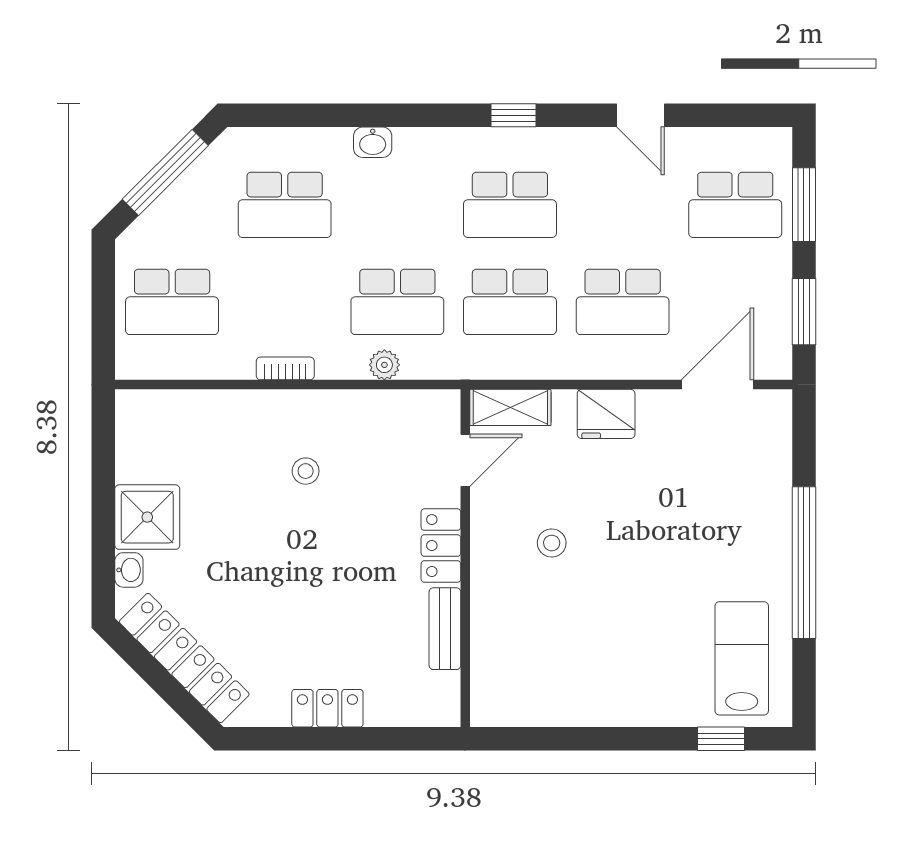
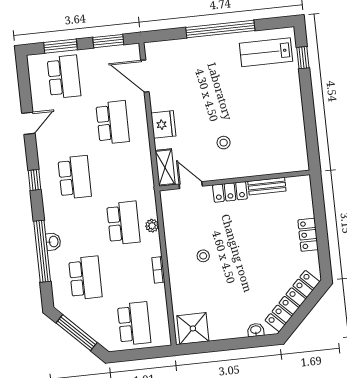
window: (354, 115) -> (42, 251), added
school desk: (510, 302) -> (118, 173), removed
shower: (147, 517) -> (193, 328), moved

